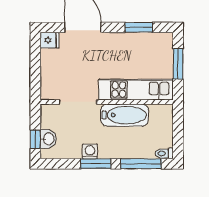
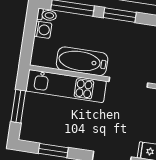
washing machine: (90, 151) -> (43, 30), moved, turned -90

